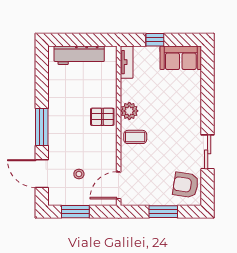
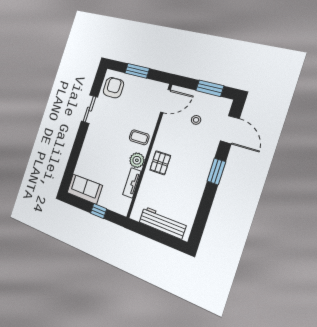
tv unit: (127, 62) -> (132, 183), moved
pallet: (102, 117) -> (160, 163), turned 90
window: (42, 127) -> (216, 171), width x0.69
armchair: (186, 185) -> (113, 88), turned -99

